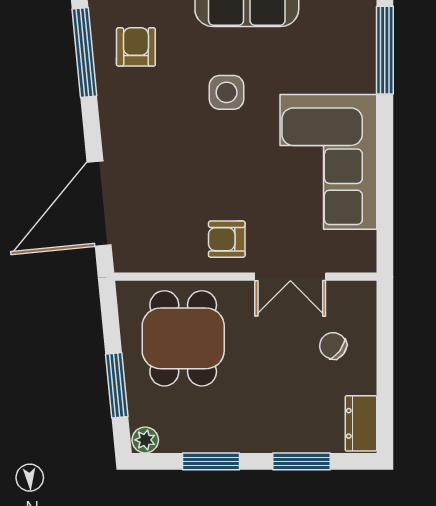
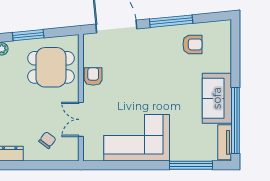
window: (84, 53) -> (171, 21), moved
side table: (227, 92) -> (170, 88), removed
armchair: (227, 239) -> (93, 76), moved

